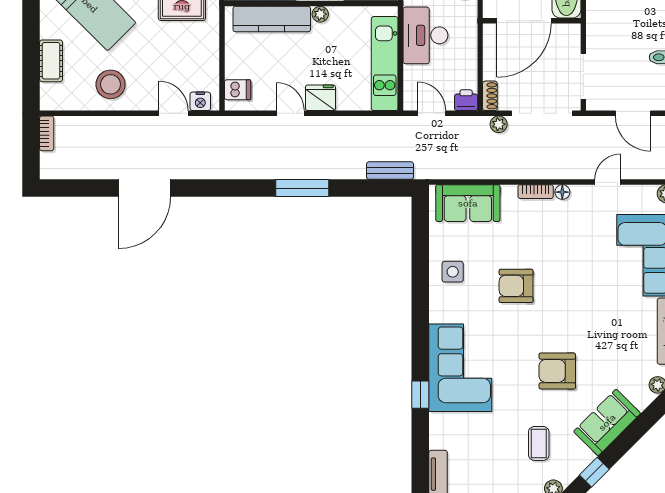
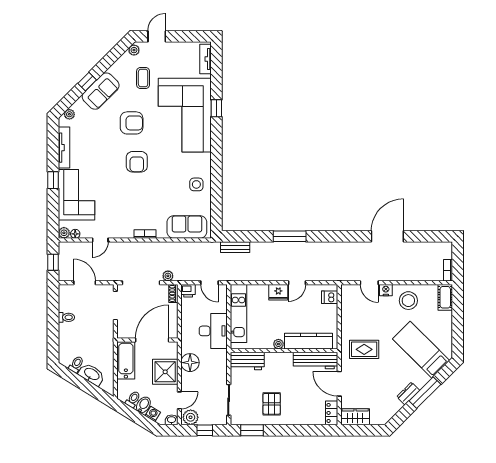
cot: (51, 61) -> (445, 297), moved
nightstand: (200, 101) -> (386, 290), moved
door: (290, 113) -> (297, 283), hinge flipped
floor lamp: (562, 192) -> (75, 234), moved
armchair: (516, 286) -> (137, 162), moved, turned 90
corner sofa: (460, 368) -> (185, 115), width x1.36, depth x1.36
window: (594, 472) -> (87, 82), moved

